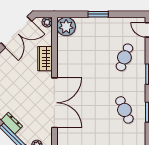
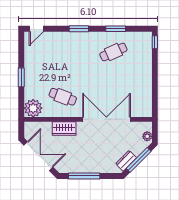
plant: (47, 22) -> (29, 126), removed
cafe table: (124, 57) -> (63, 97), moved

